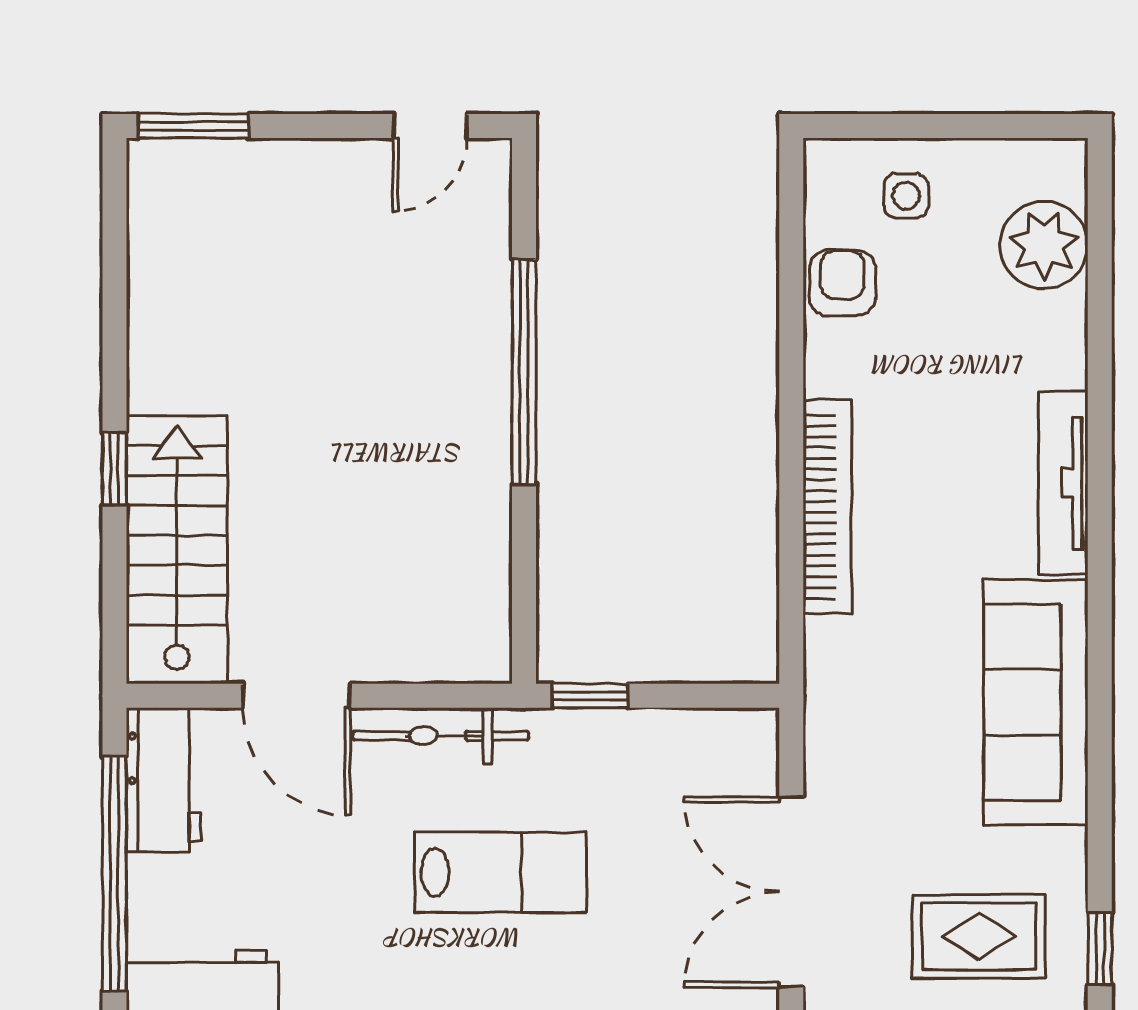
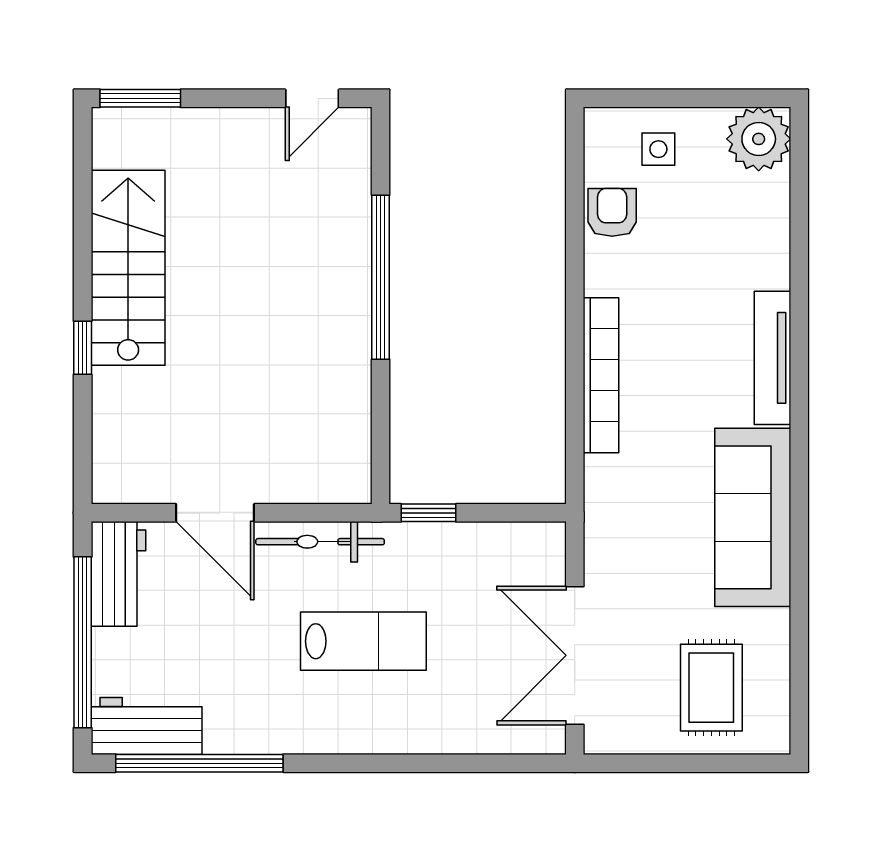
plant: (1044, 245) -> (759, 139), moved
stairs: (177, 550) -> (128, 268), moved
rug: (979, 936) -> (711, 688), turned 90
window: (1100, 949) -> (799, 697), removed

